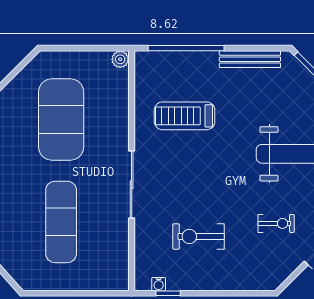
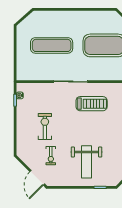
treadmill: (185, 116) -> (92, 104), moved, turned 90
exercise bike: (199, 237) -> (45, 127), moved

